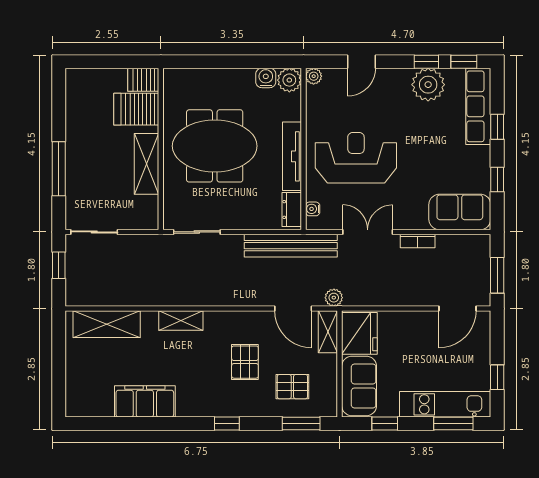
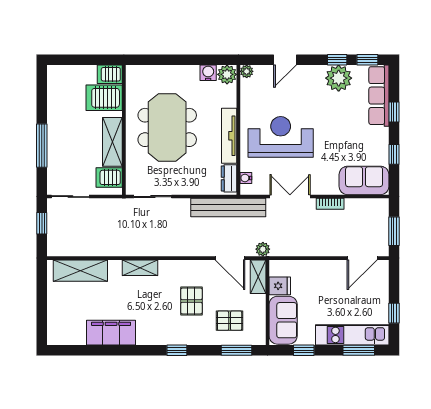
meeting table: (215, 146) -> (167, 127), turned 90
server rack: (142, 208) -> (109, 177), added
fridge: (359, 333) -> (280, 286), width x0.53, depth x0.75

